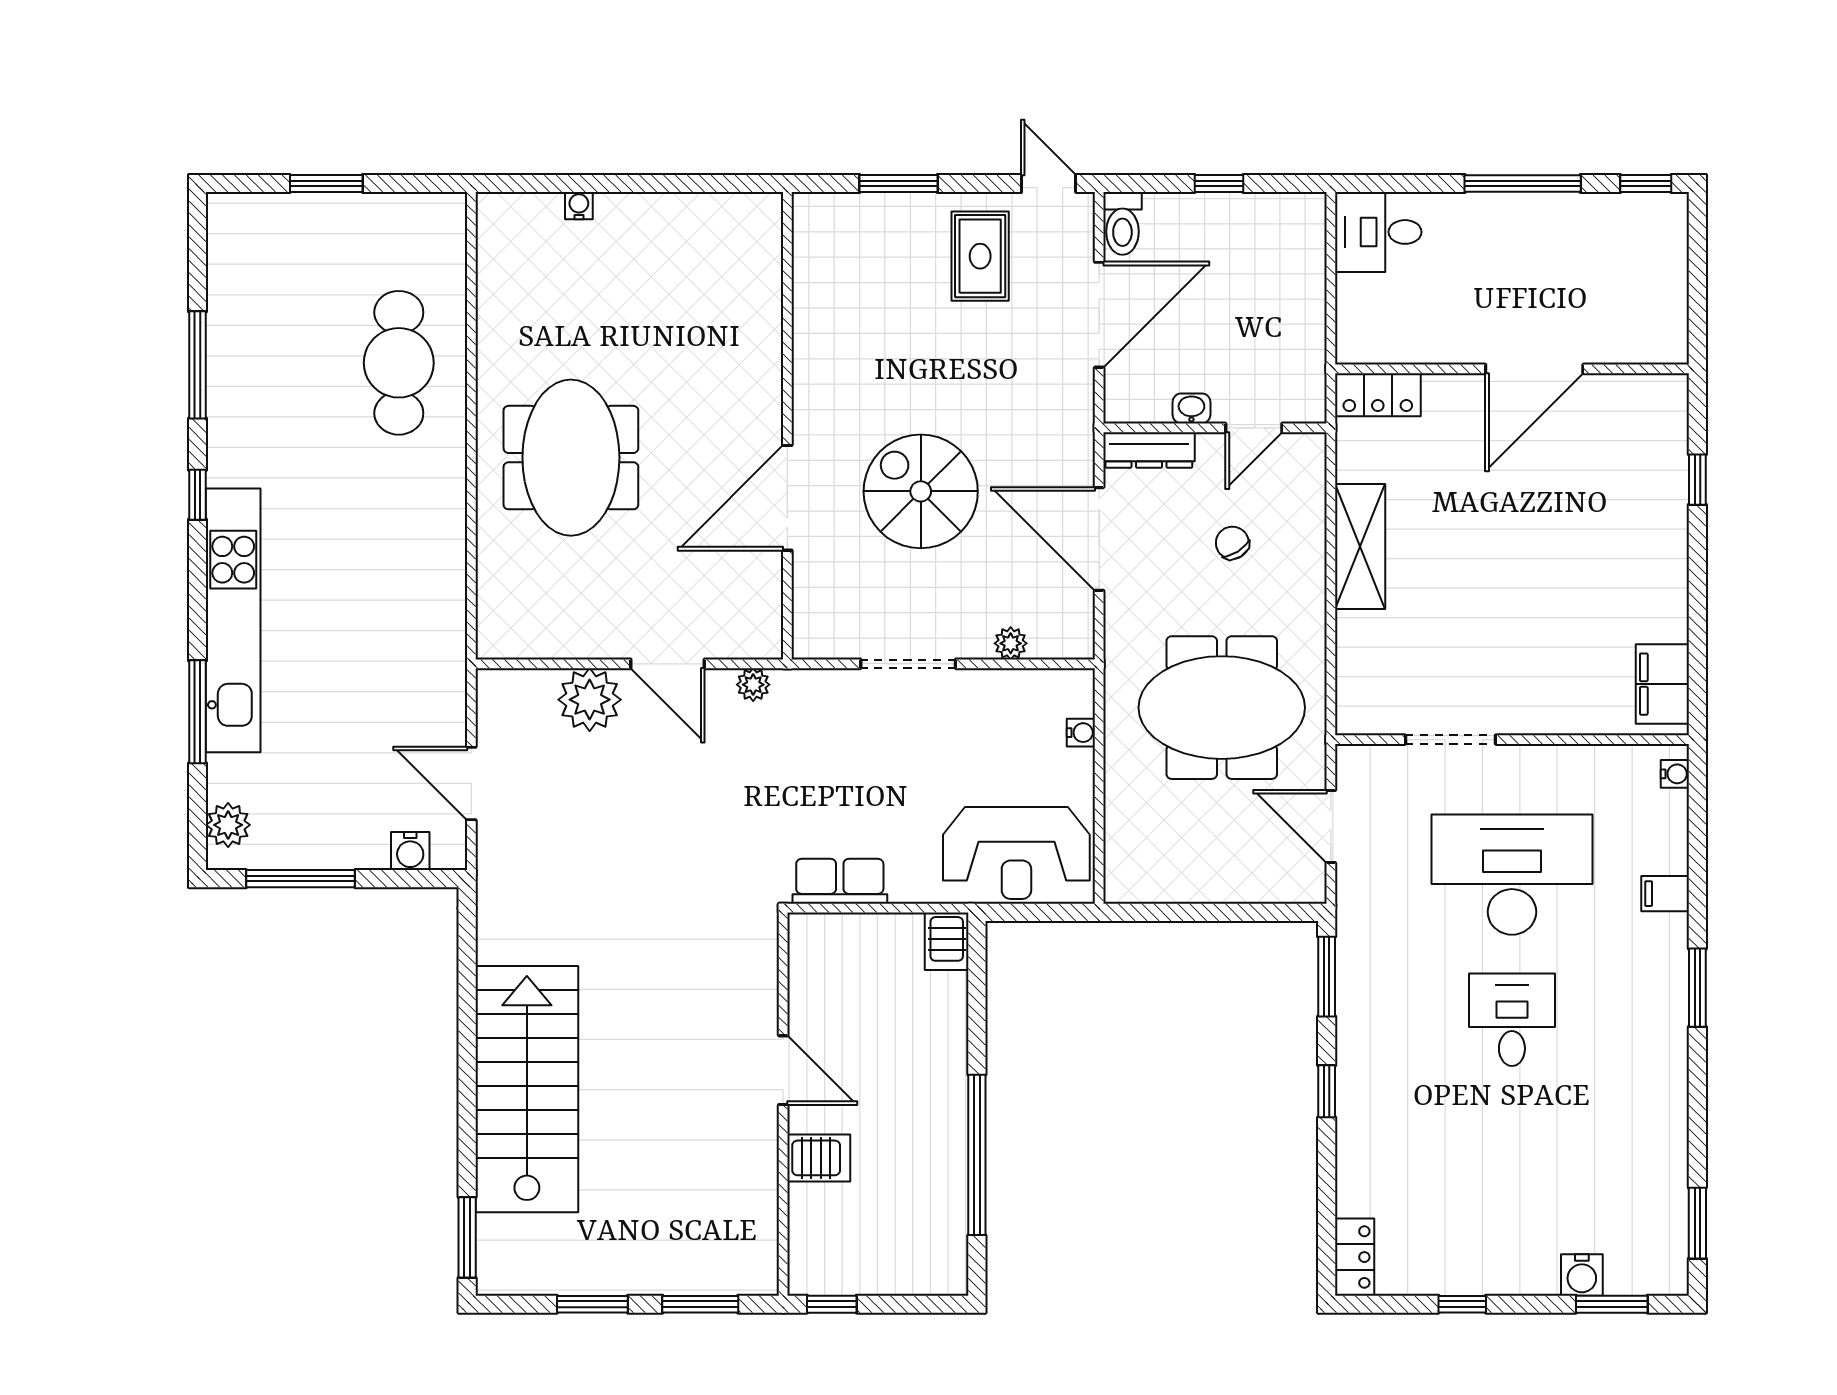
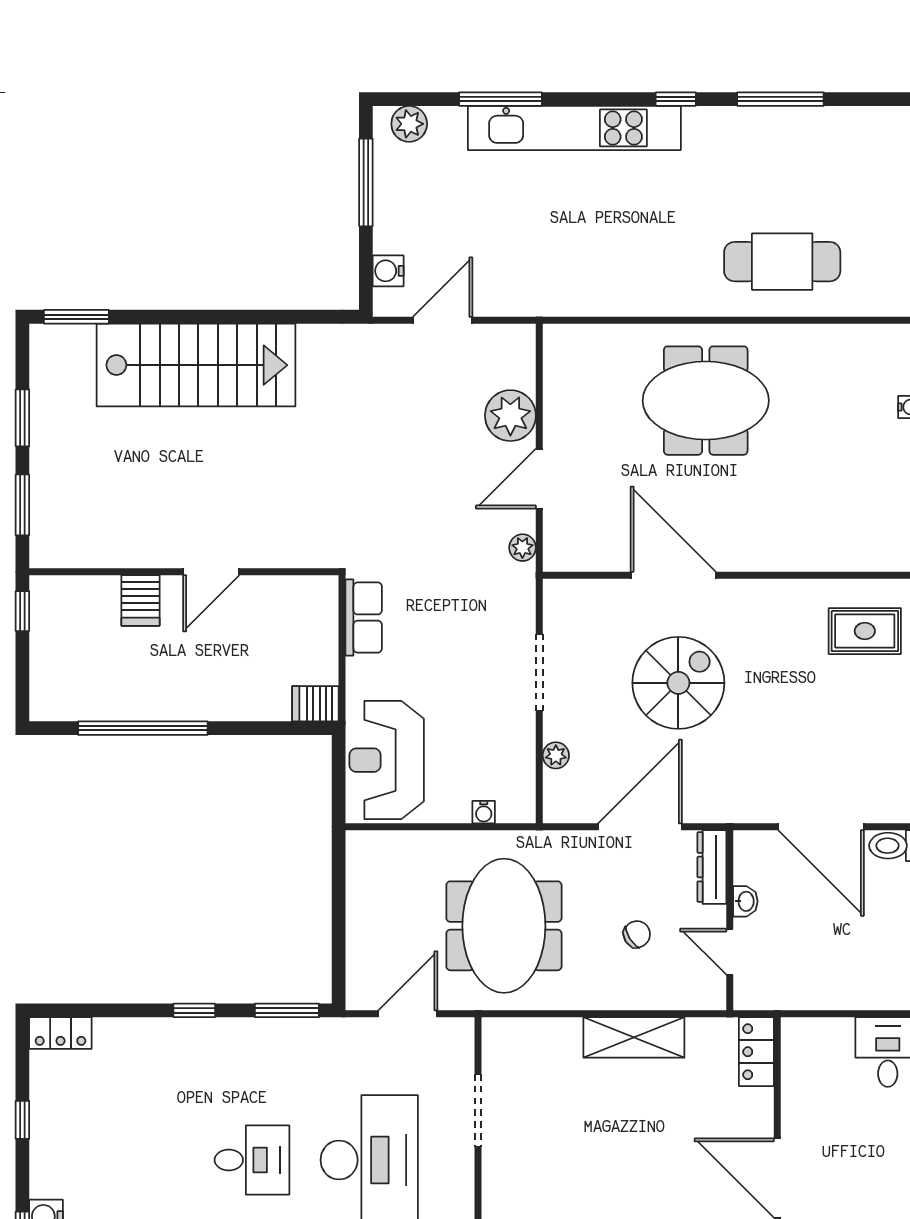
rug: (980, 256) -> (865, 631), moved

